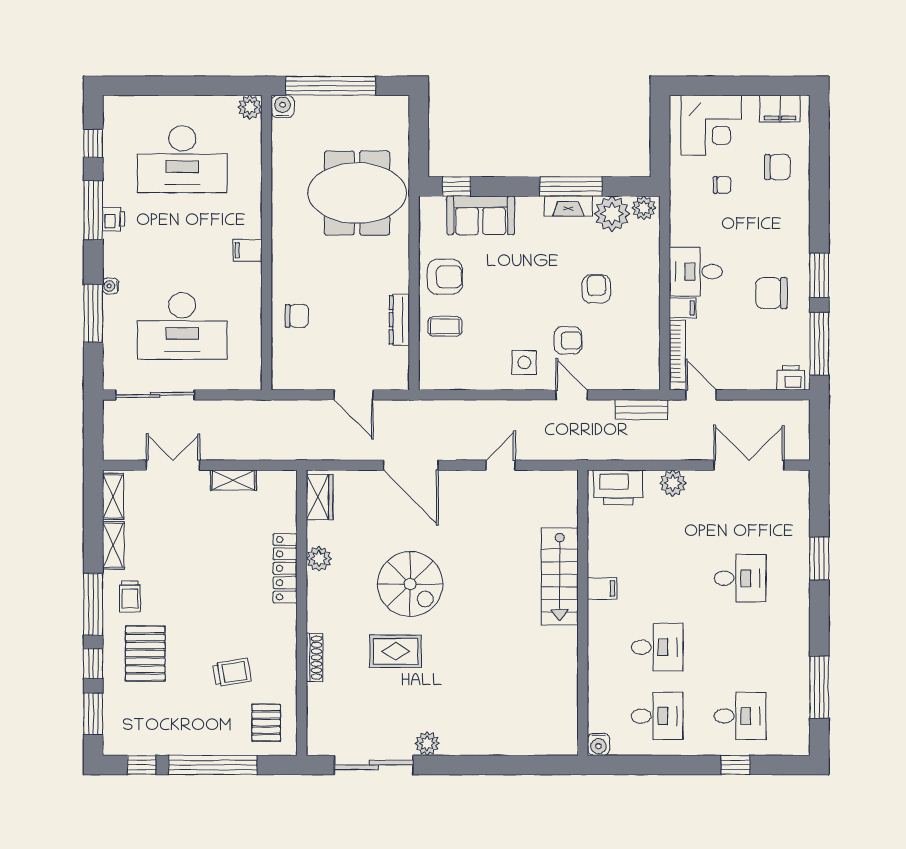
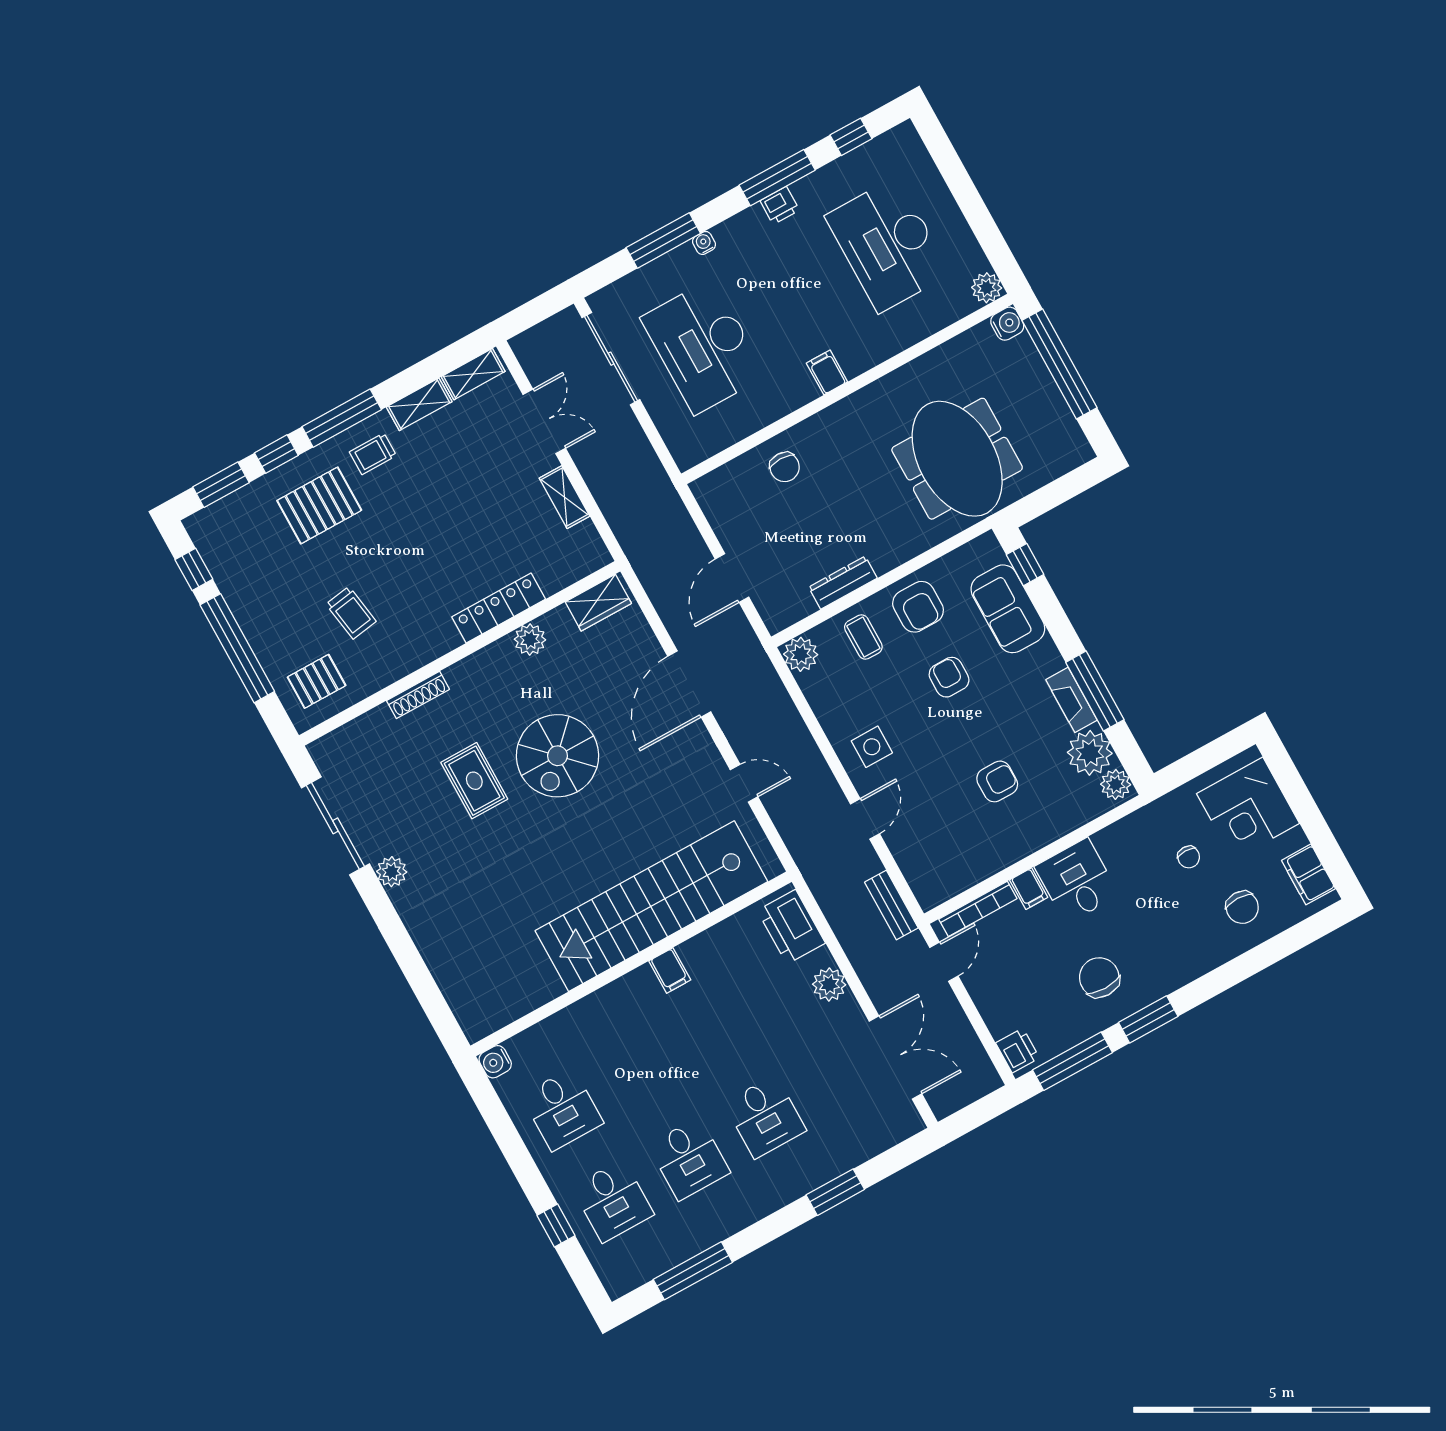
armchair: (568, 340) -> (949, 677), moved, turned 180
plant: (433, 377) -> (801, 654), added
stairs: (560, 576) -> (651, 906), width x1.86, depth x1.51
desk: (657, 647) -> (689, 1159), moved

